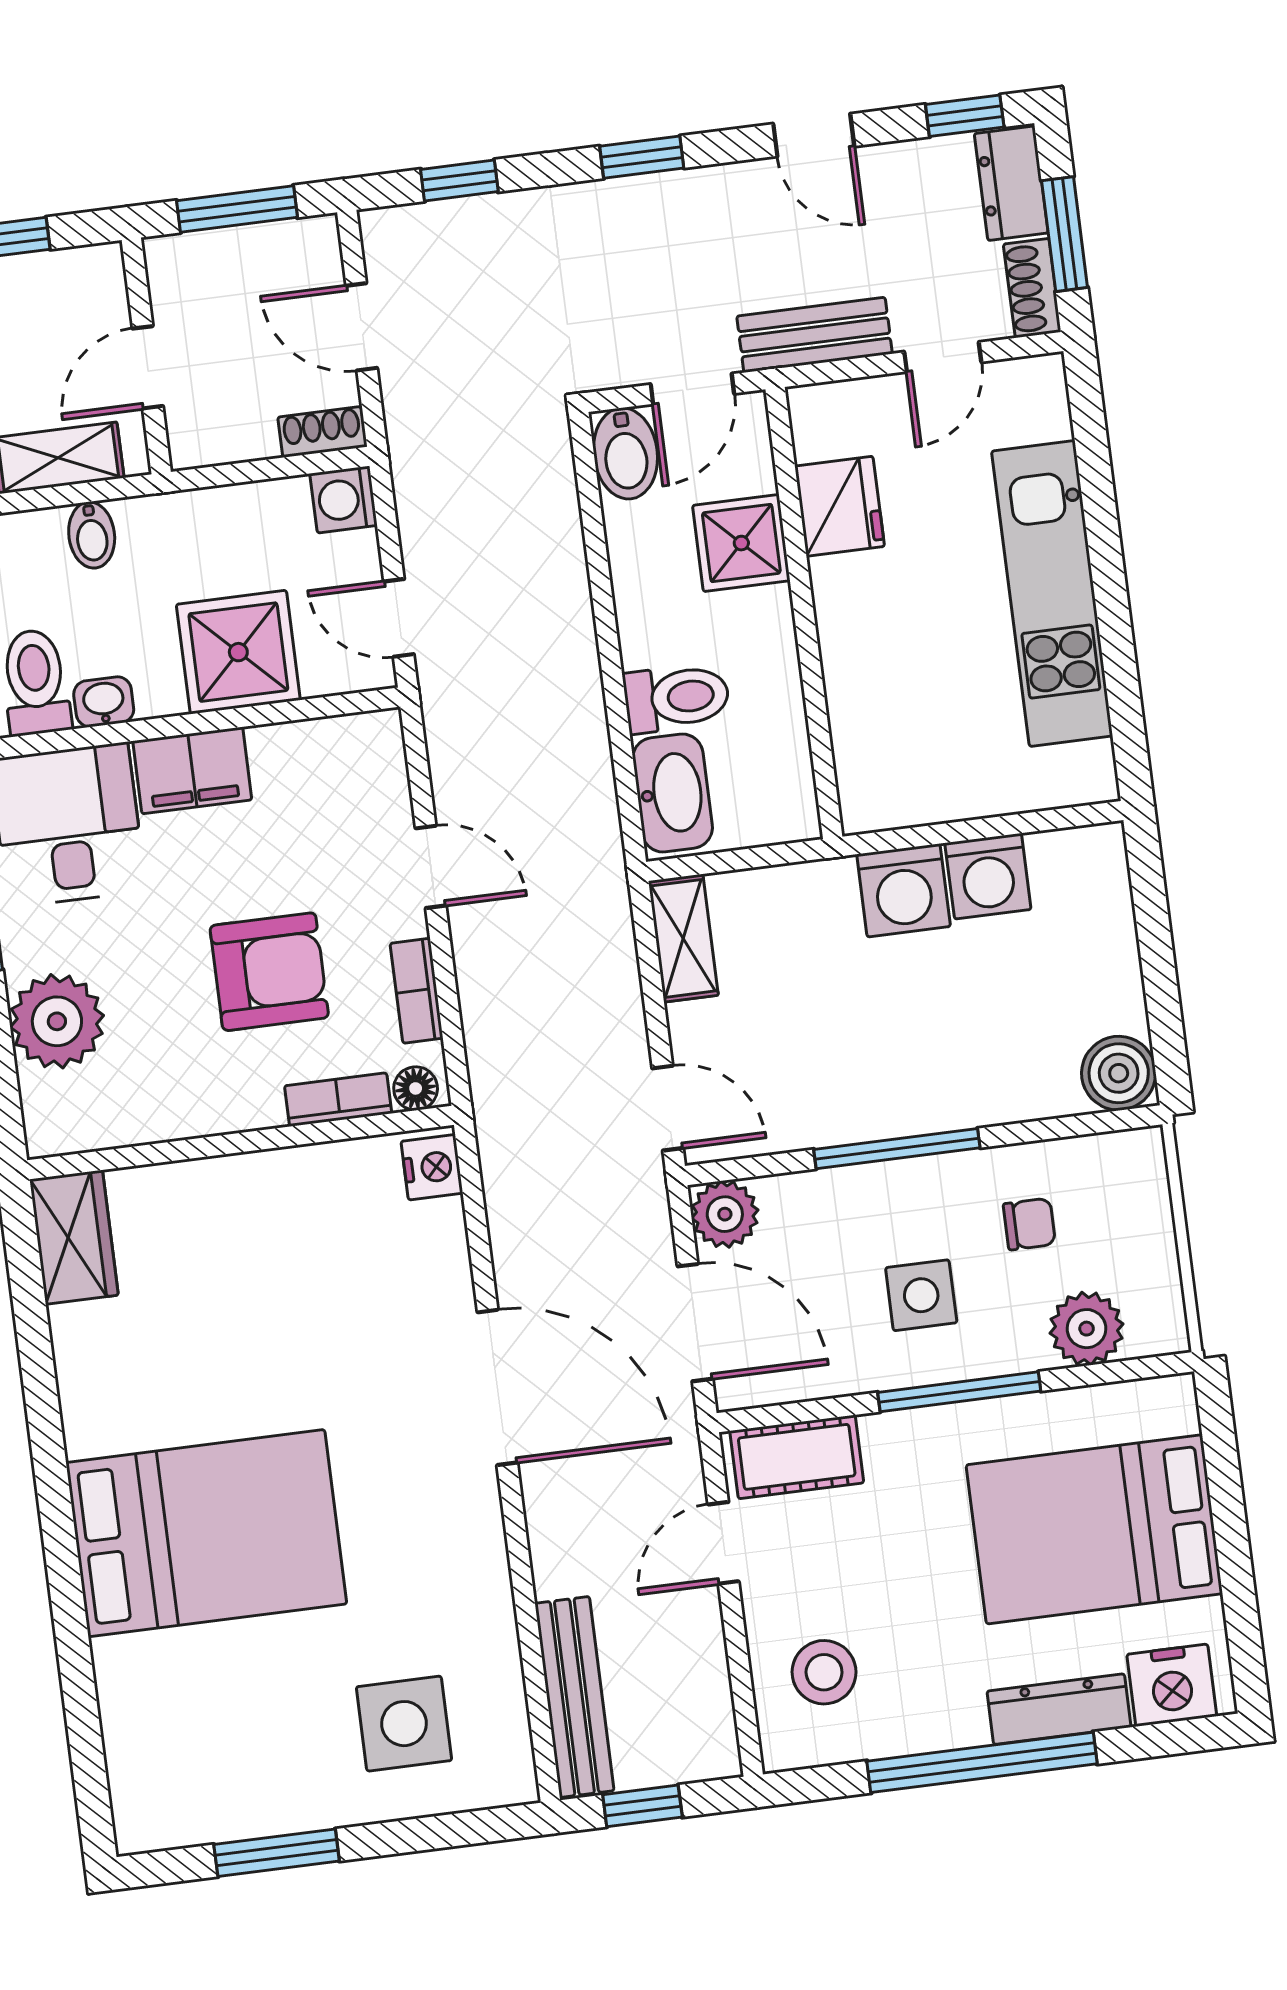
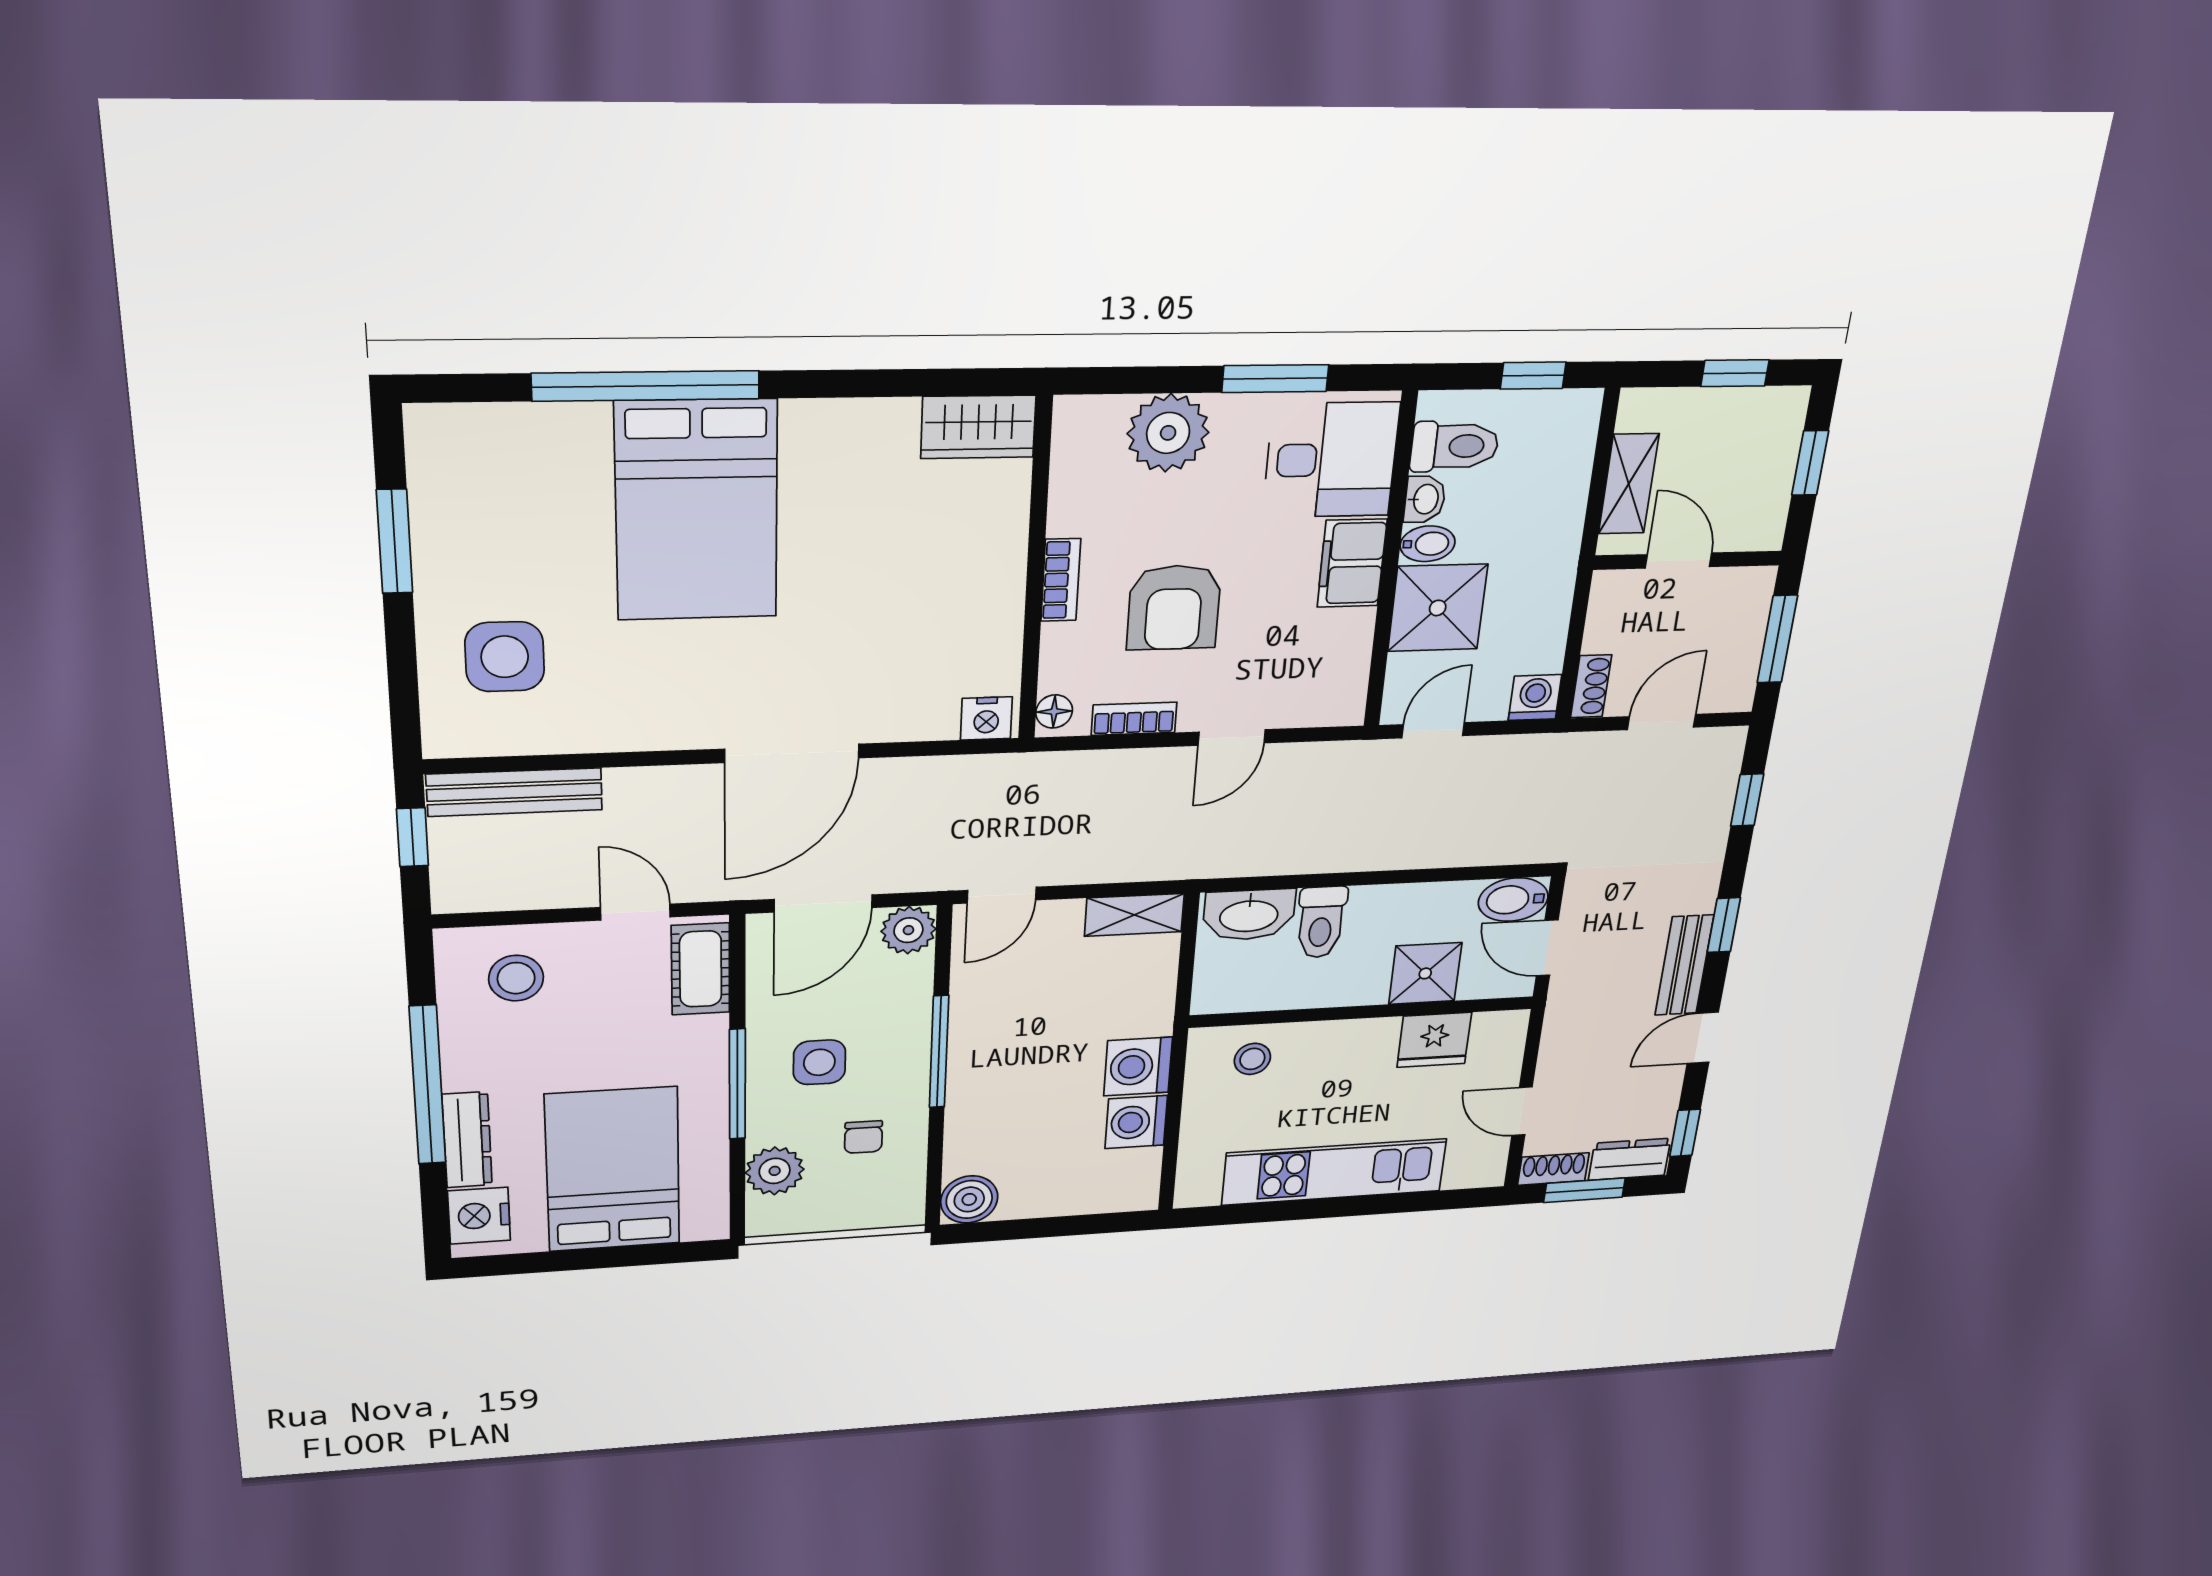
bench: (815, 335) -> (1684, 965), moved
bidet: (92, 535) -> (1428, 544), moved, turned 180
stool: (883, 743) -> (1252, 1059), added
bookcase: (338, 1100) -> (1061, 580), moved
window: (68, 1605) -> (646, 386), added

